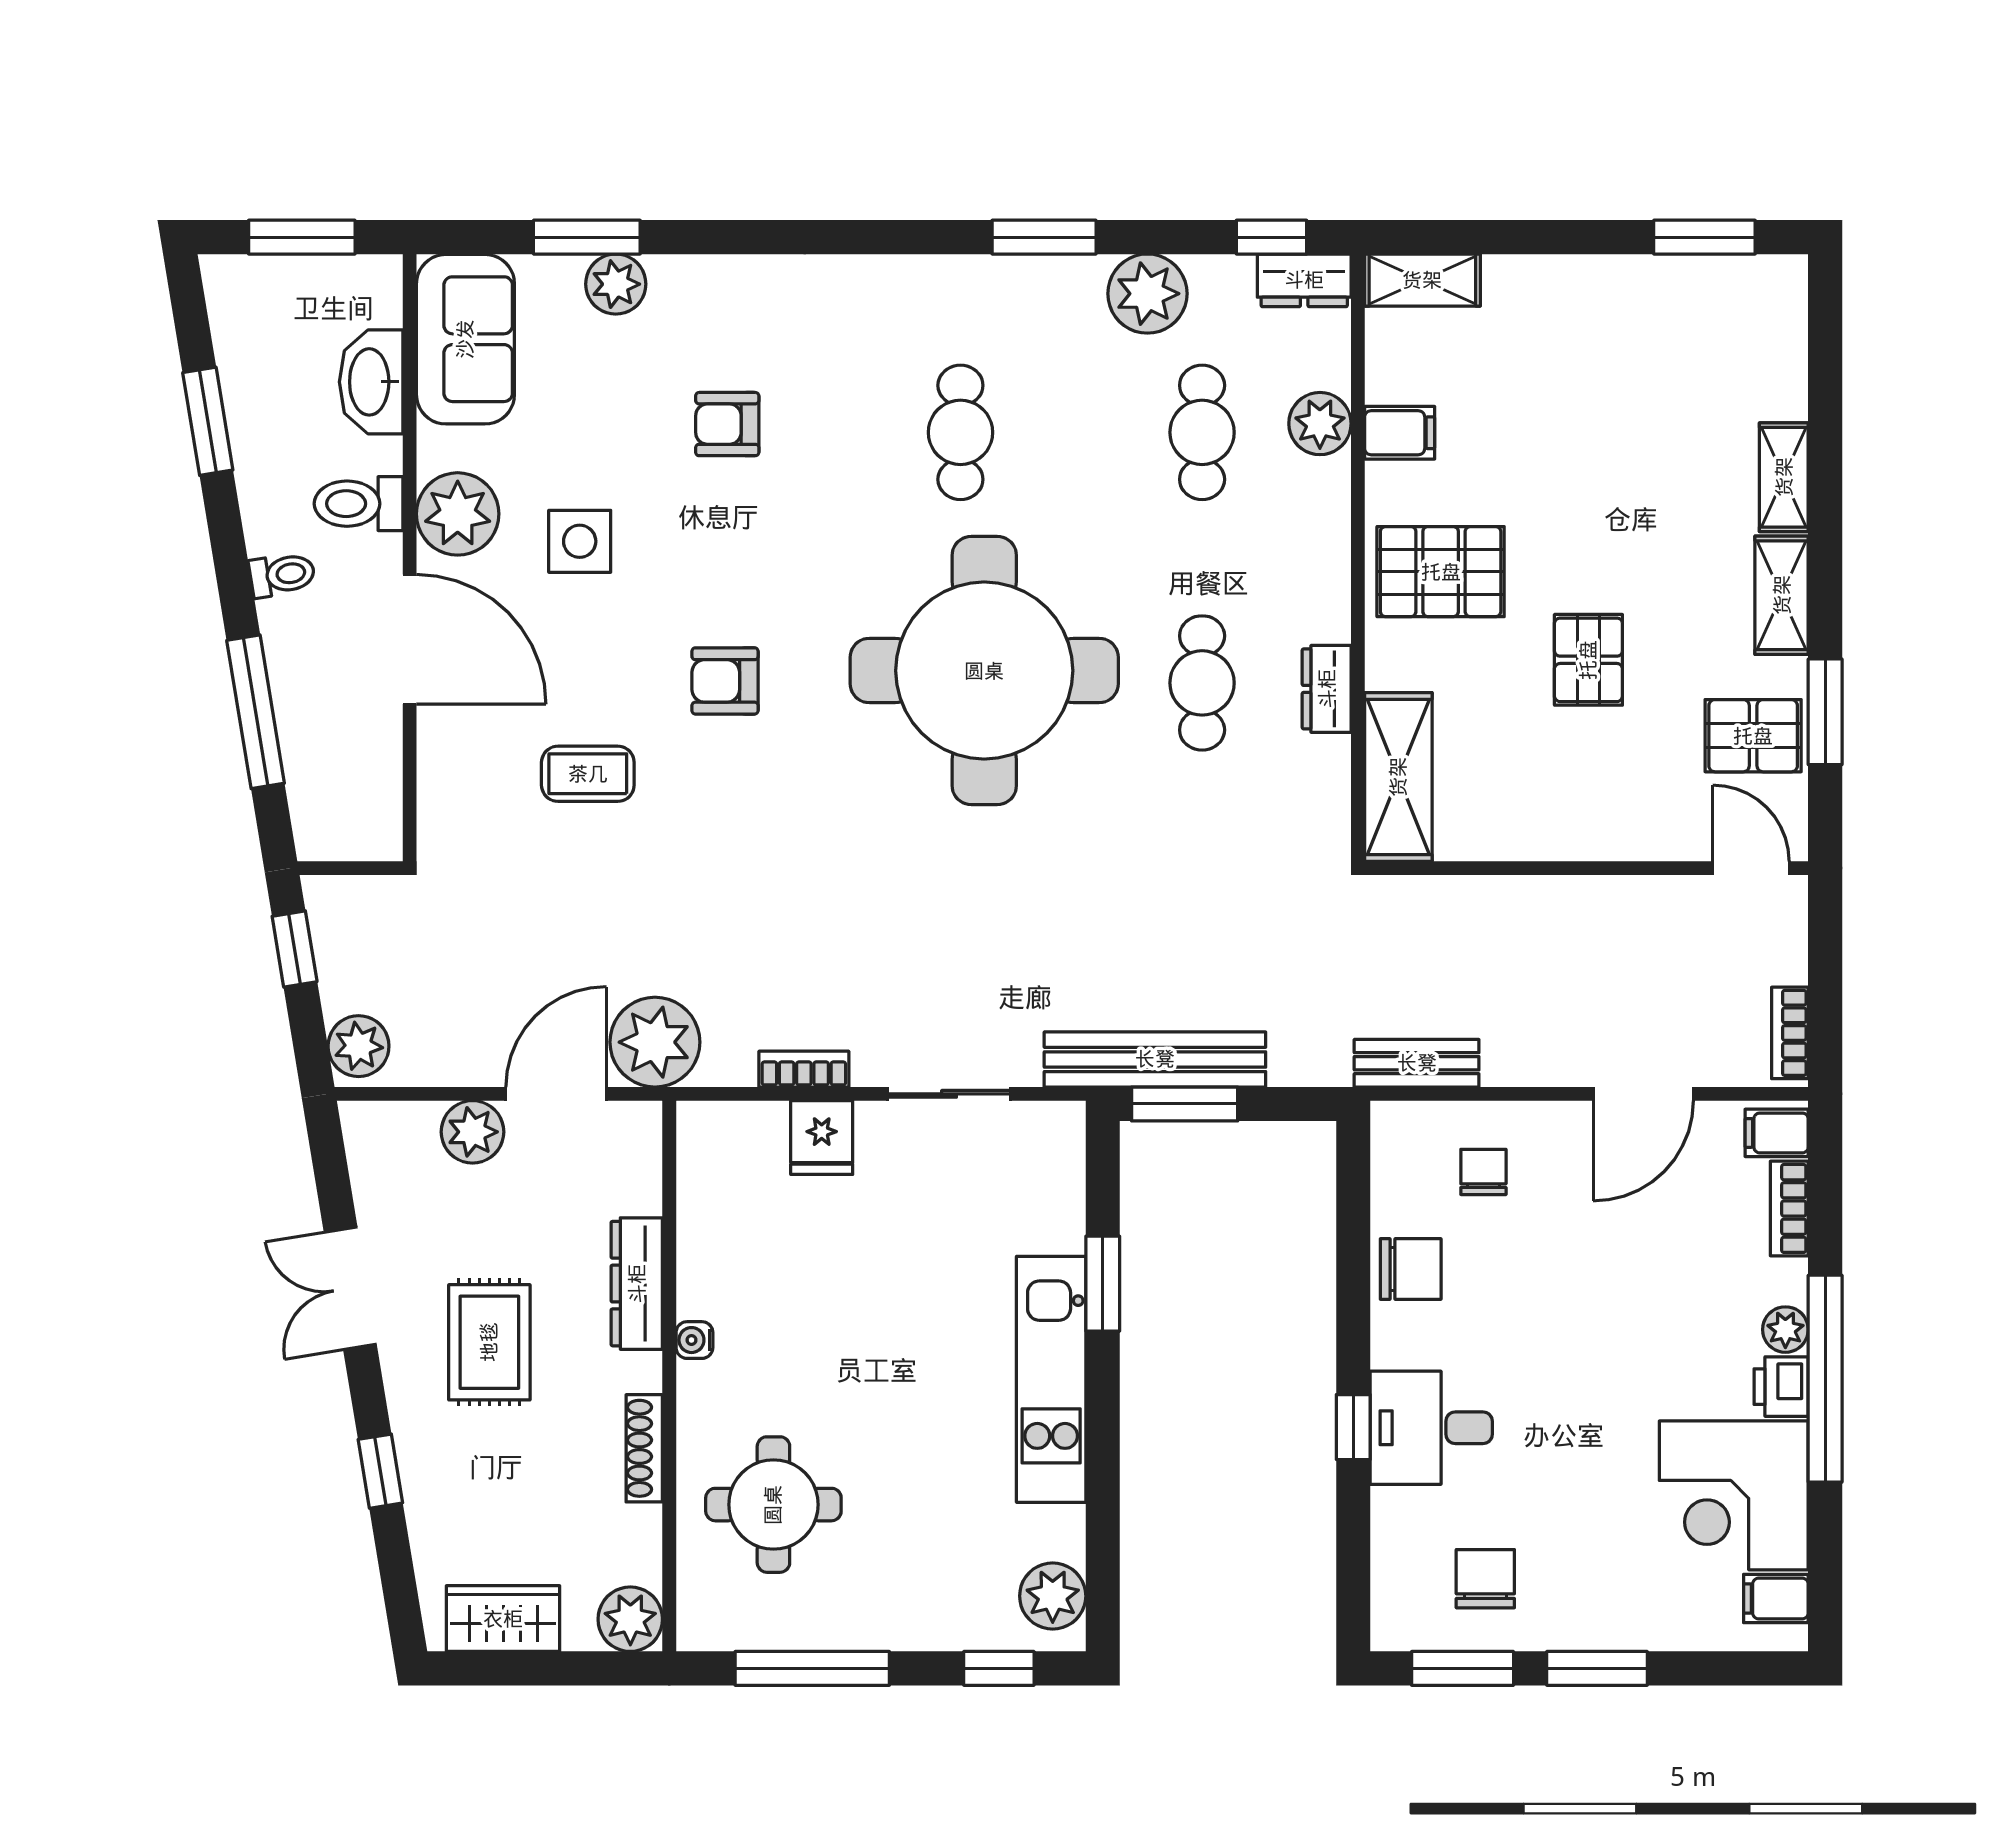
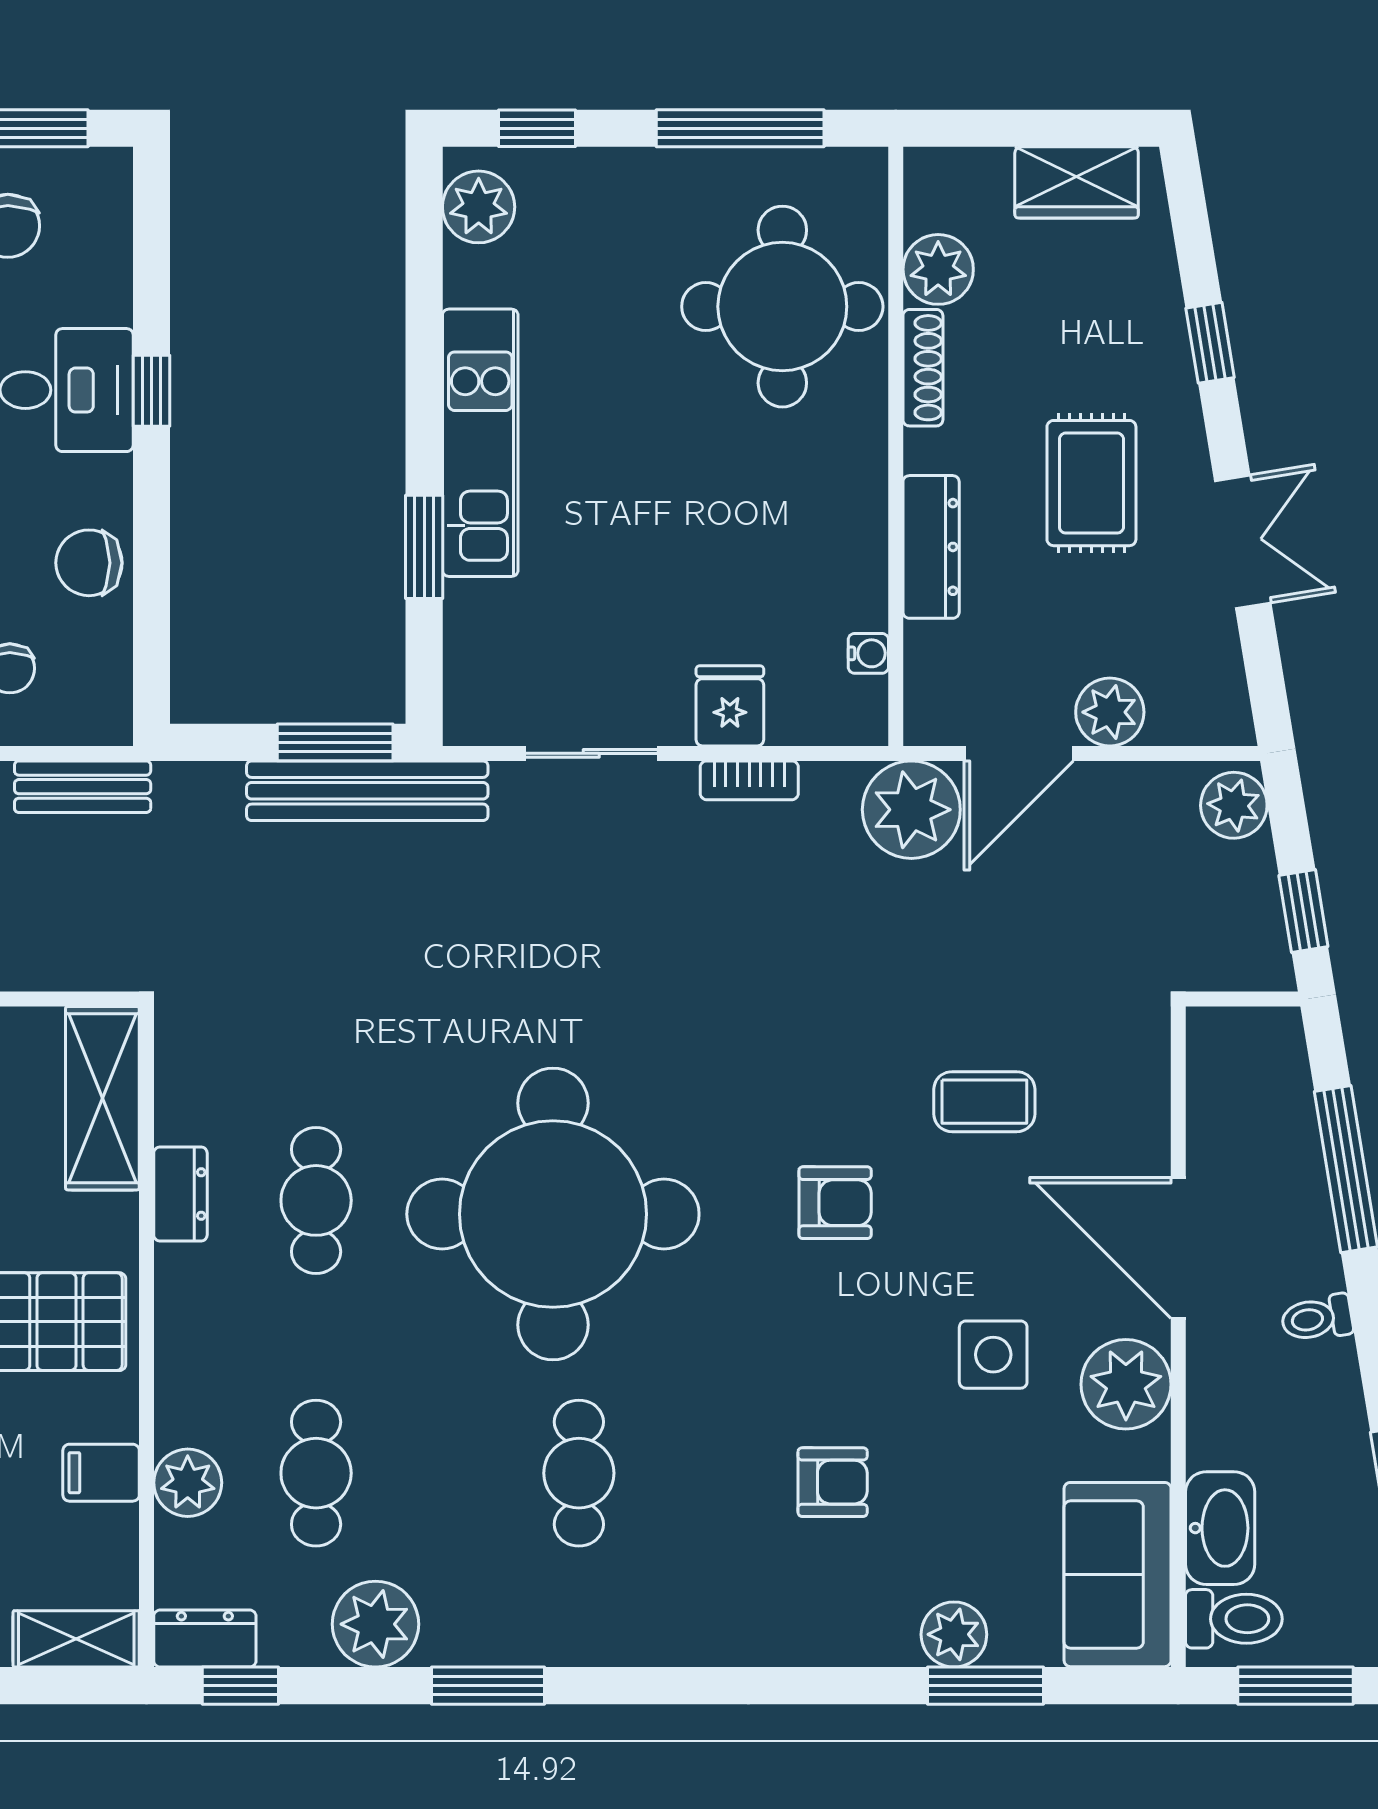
toilet: (359, 504) -> (1234, 1619), moved
water cooler: (694, 1340) -> (868, 653), moved
round table: (773, 1505) -> (782, 307), width x1.36, depth x1.36
plant: (630, 1619) -> (938, 269), moved

